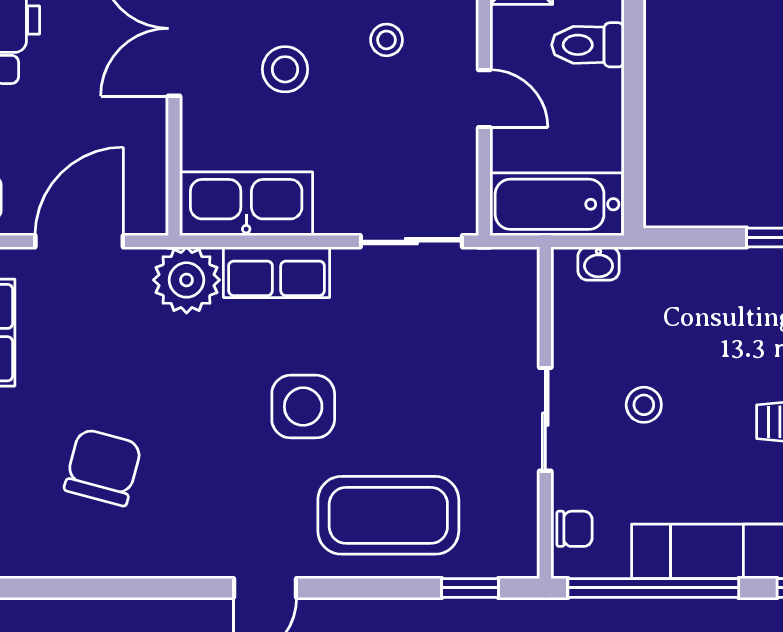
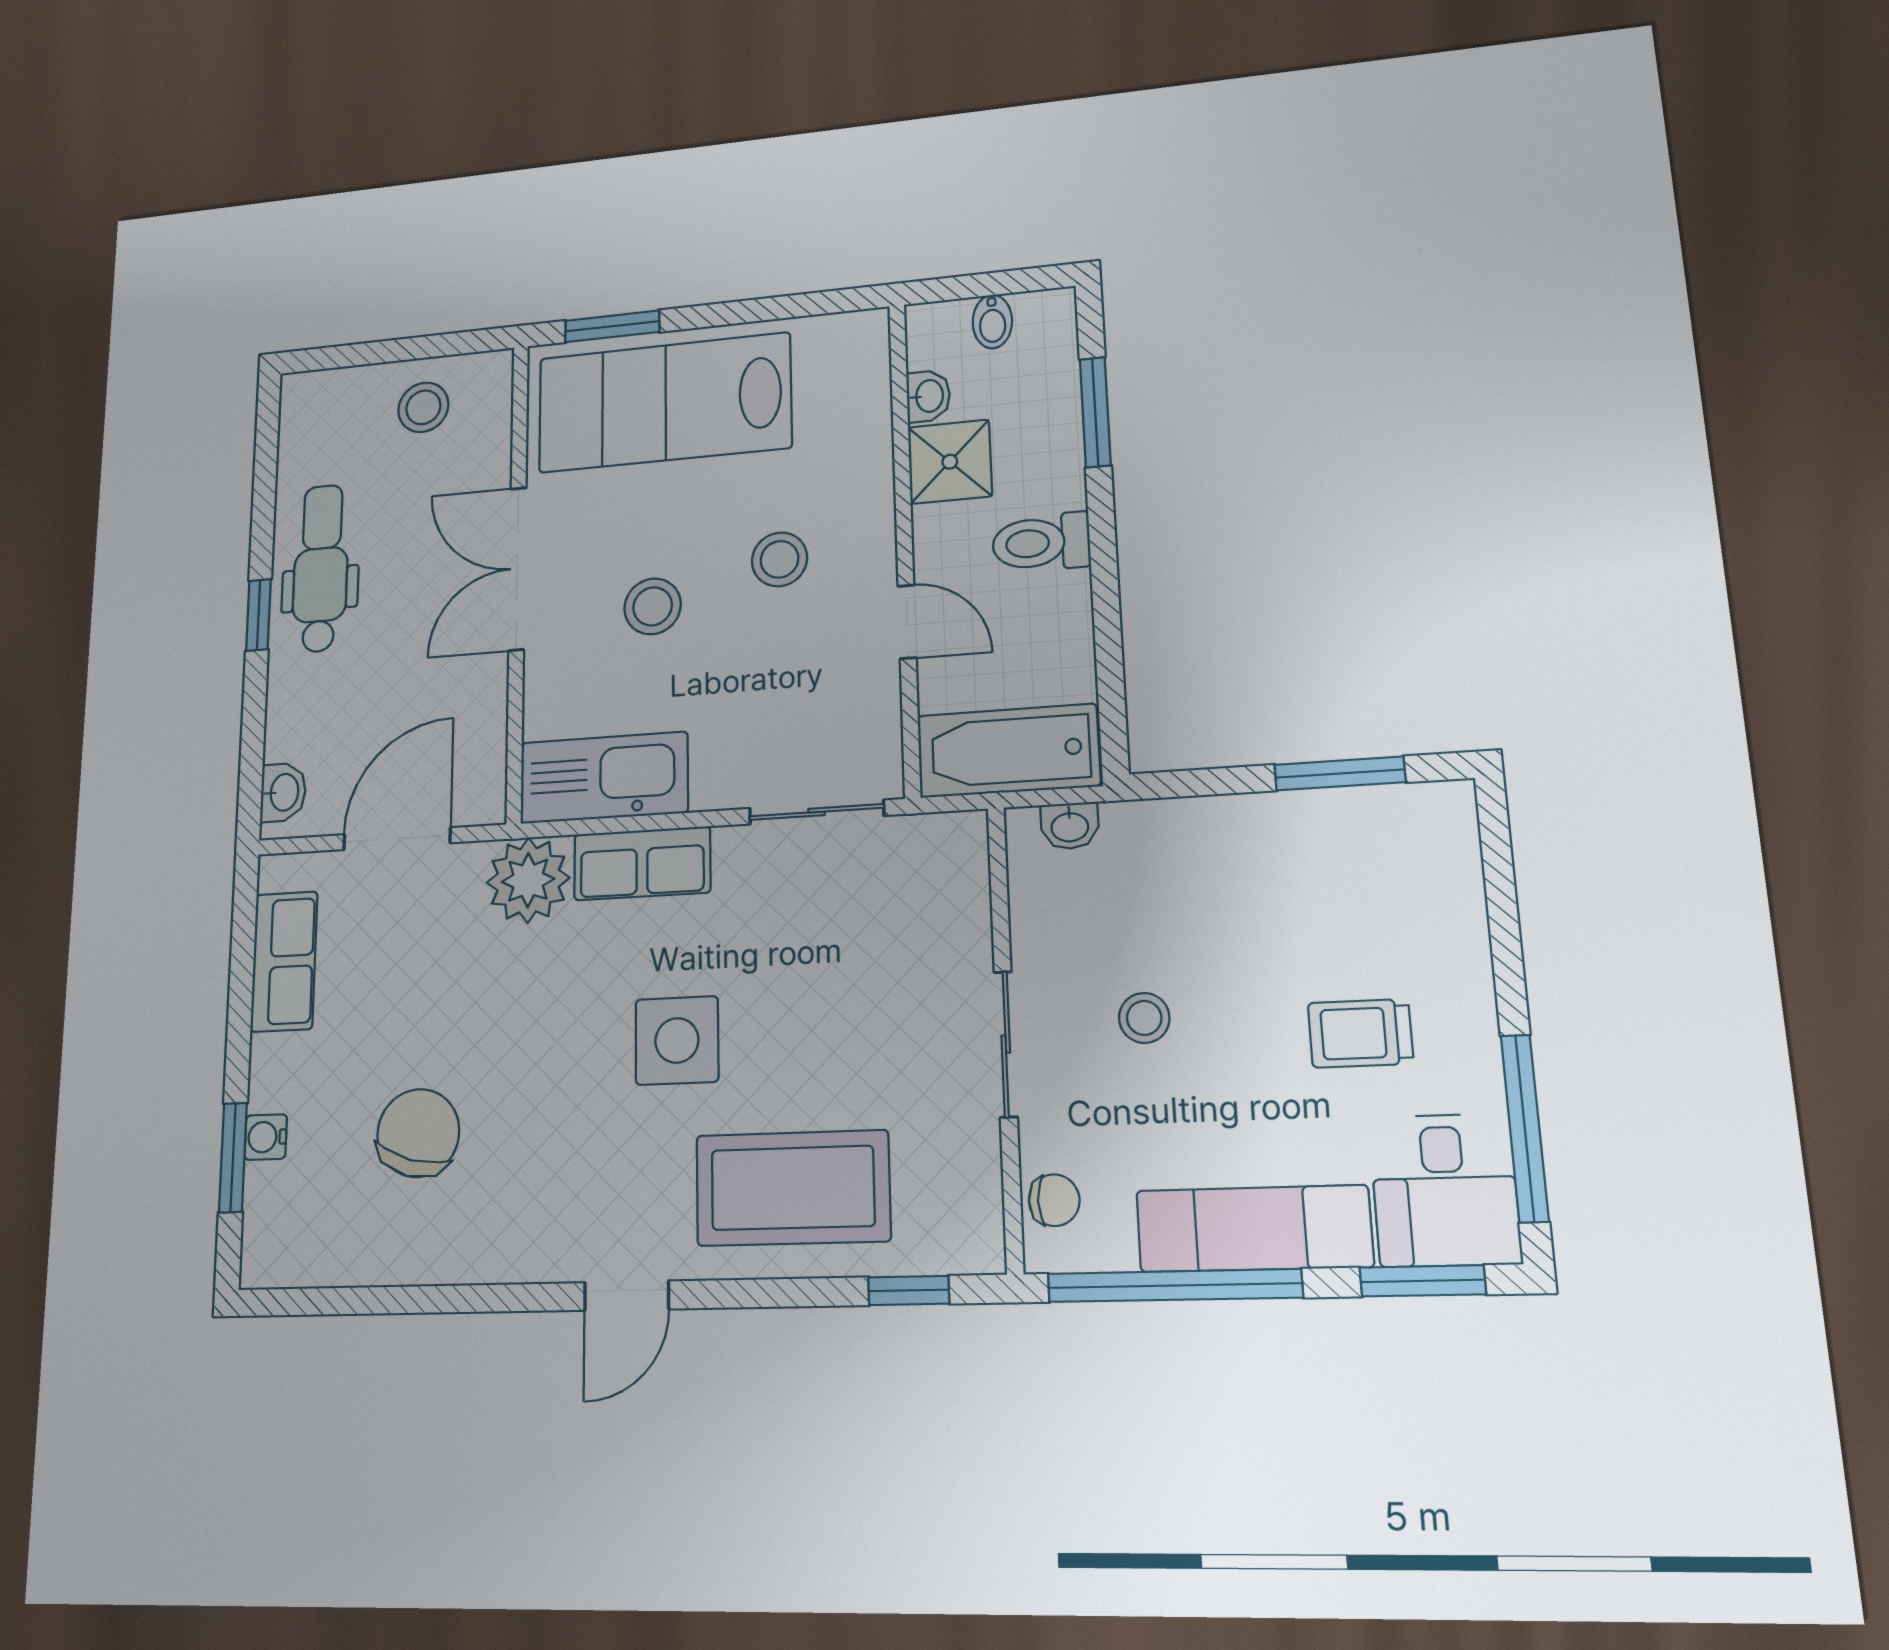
stool: (387, 40) -> (780, 559), width x1.37, depth x1.37

